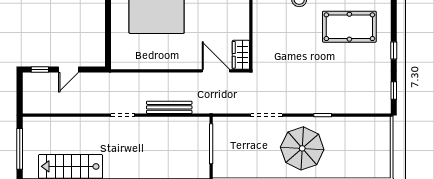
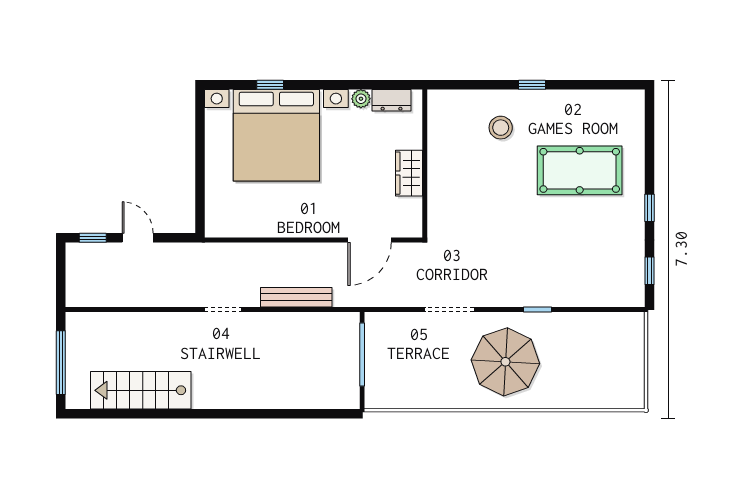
wardrobe: (241, 55) -> (409, 173), moved
door: (68, 69) -> (138, 238), swing flipped
door: (216, 71) -> (370, 240), swing flipped

